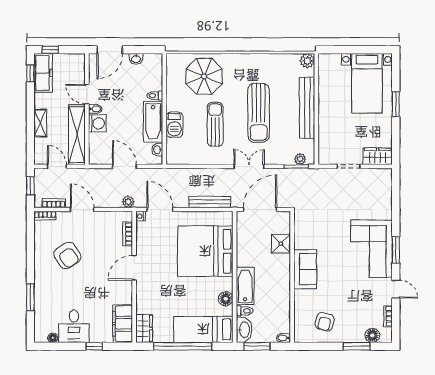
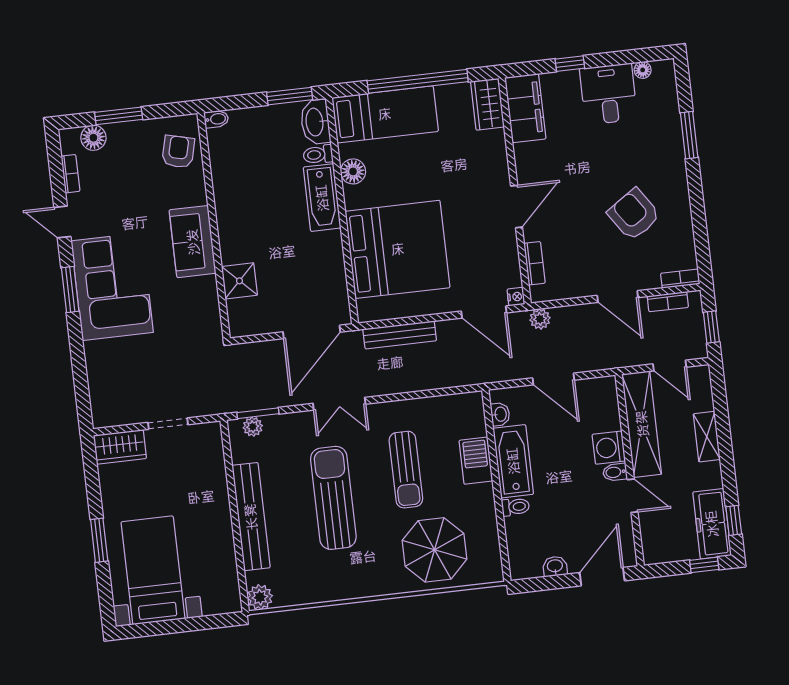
shower: (281, 244) -> (239, 281), moved
sofa: (305, 269) -> (193, 242), moved
wall: (292, 277) -> (214, 226), moved
bidet: (283, 338) -> (216, 119), moved

